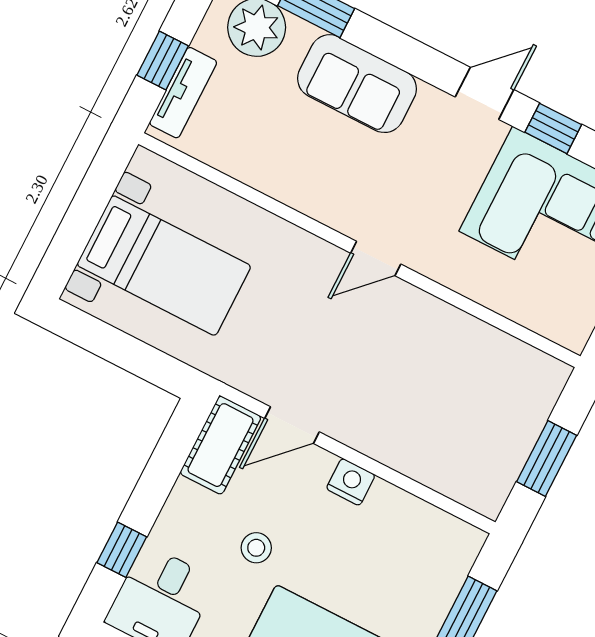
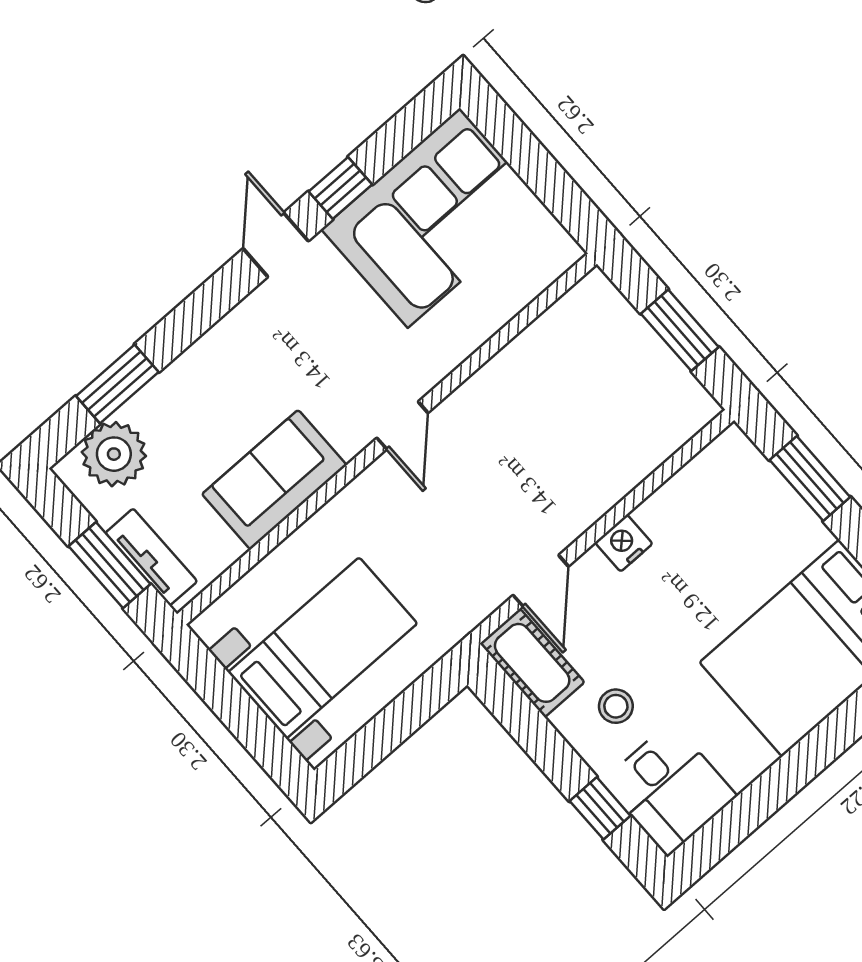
window: (163, 60) -> (110, 565), width x1.50
sofa: (357, 84) -> (274, 480), moved, turned 180
stool: (256, 548) -> (616, 706), moved

